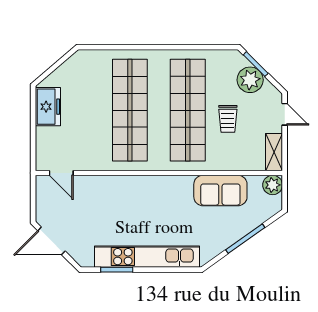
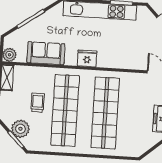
fridge: (161, 187) -> (87, 58), added

